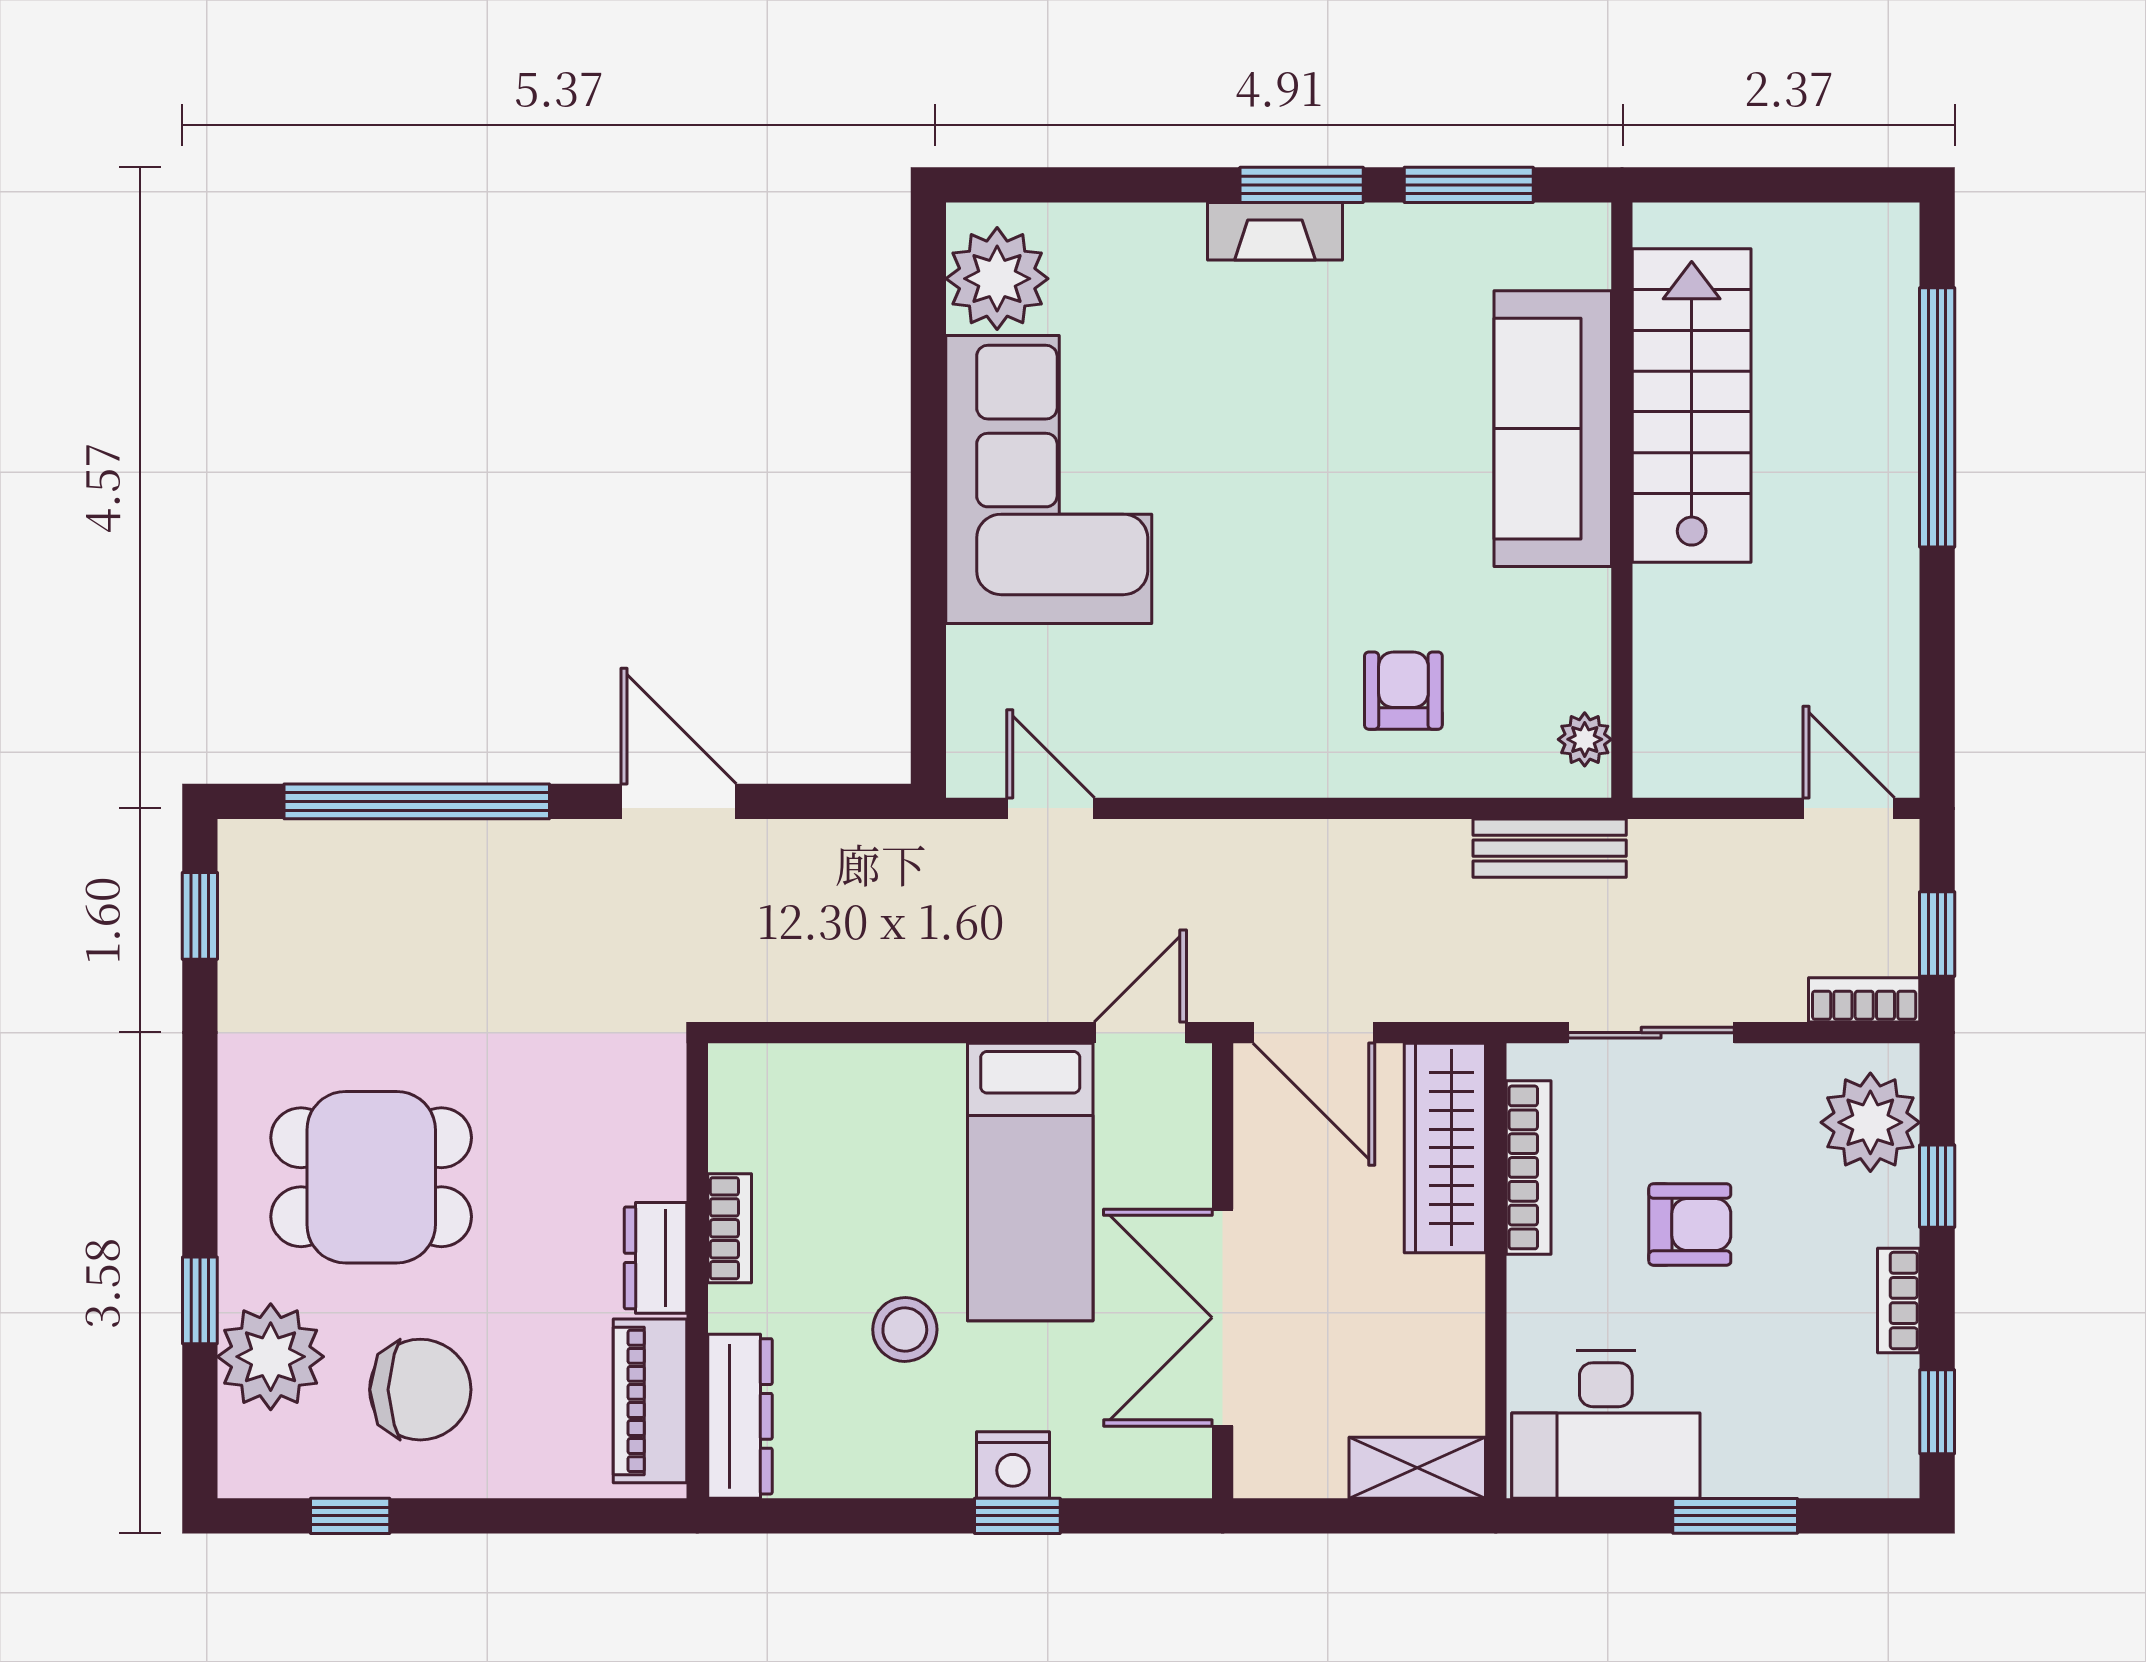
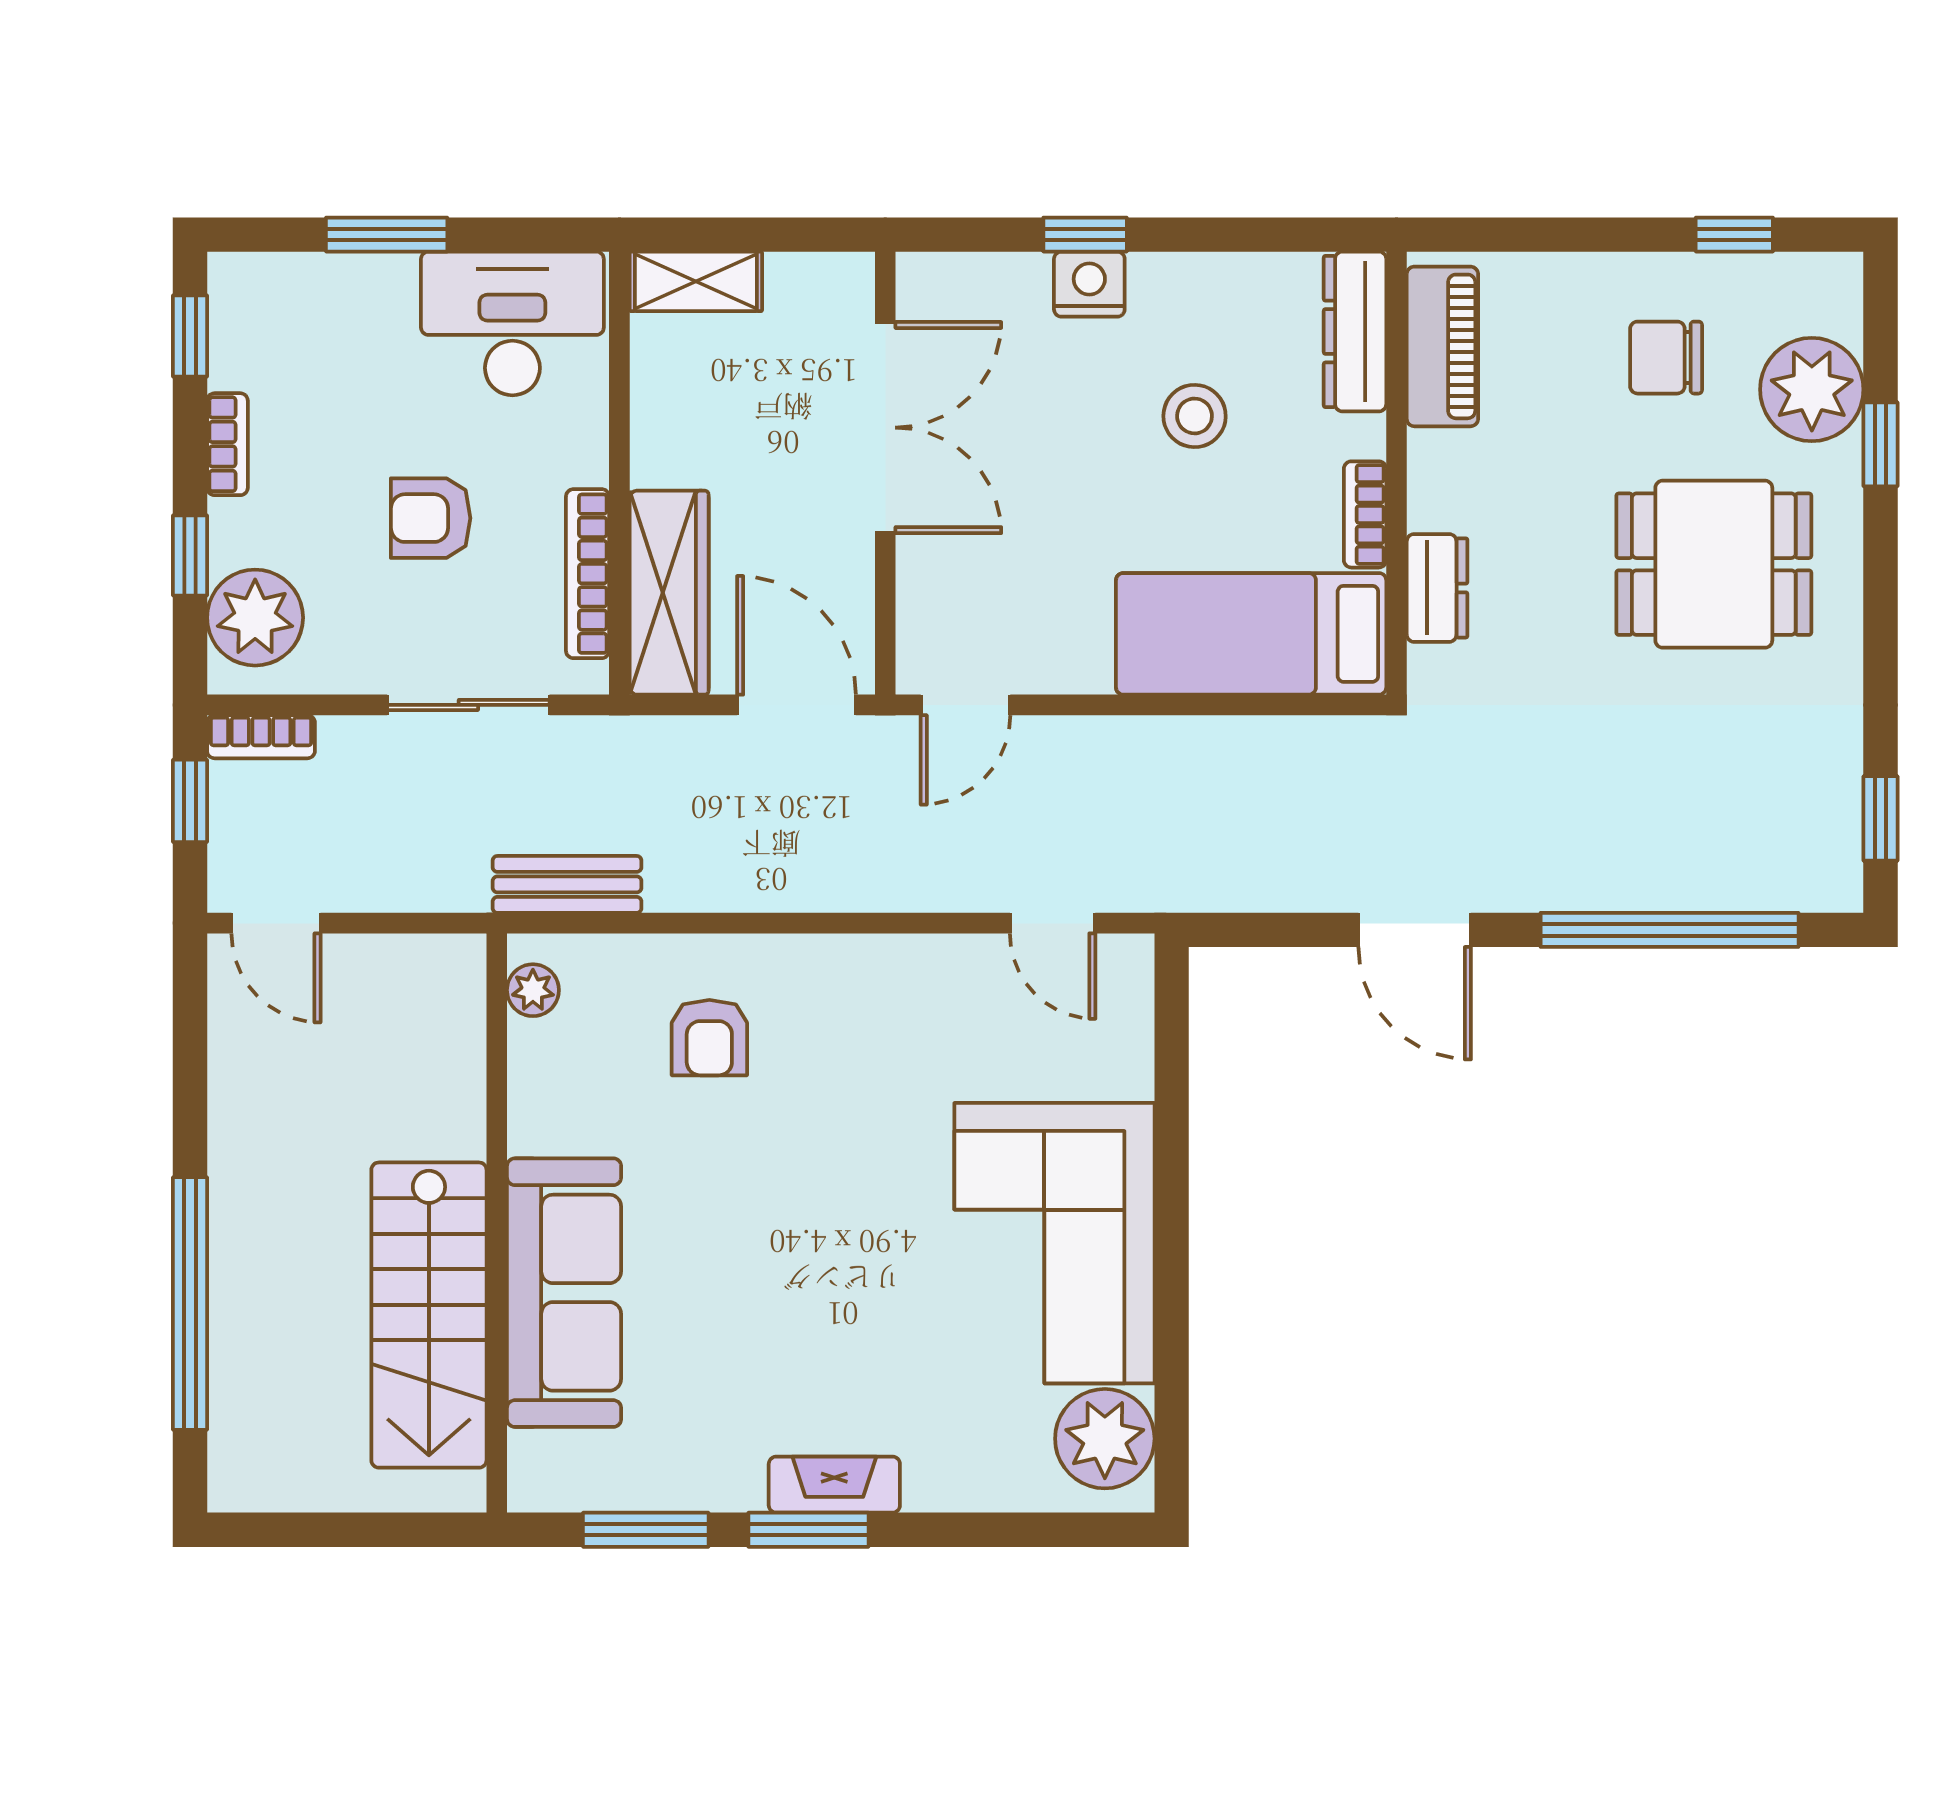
bed: (1030, 1182) -> (1251, 634), moved, turned -90
dresser: (656, 1258) -> (1437, 588), moved
chair: (420, 1390) -> (1666, 358), width x0.73, depth x0.73

